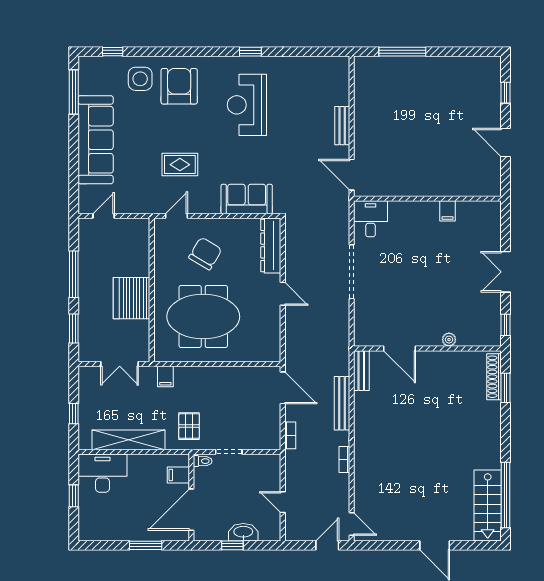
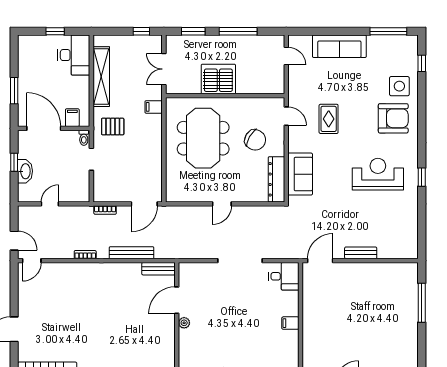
sofa: (96, 140) -> (339, 46), width x0.74, depth x0.79
filing cabinet: (448, 211) -> (290, 323), moved
dresser: (271, 245) -> (276, 179), moved, turned -90
plant: (449, 340) -> (184, 323), moved
window: (74, 414) -> (141, 31), moved

